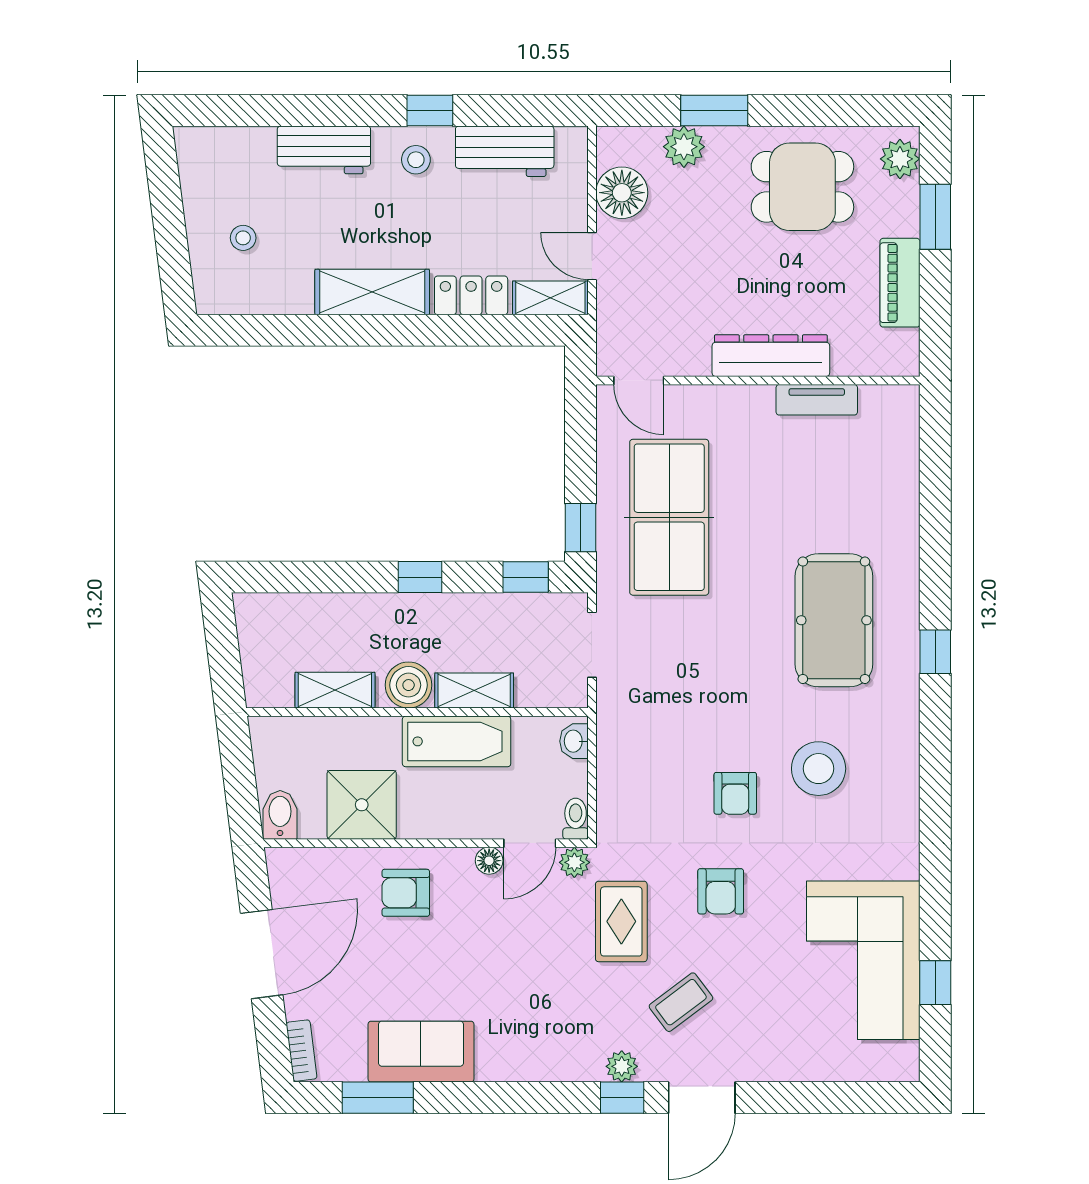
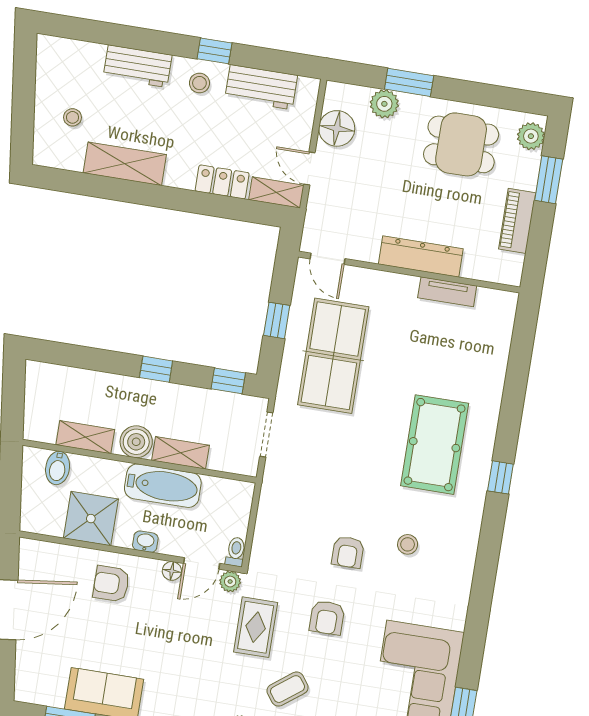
shelving: (372, 292) -> (125, 164), moved
window: (581, 528) -> (277, 320), moved
washbasin: (574, 741) -> (145, 542), moved, turned 90
stool: (819, 769) -> (408, 544), width x0.53, depth x0.53
bidet: (280, 815) -> (58, 468), moved, turned 180
bookcase: (301, 1051) -> (22, 680), removed

